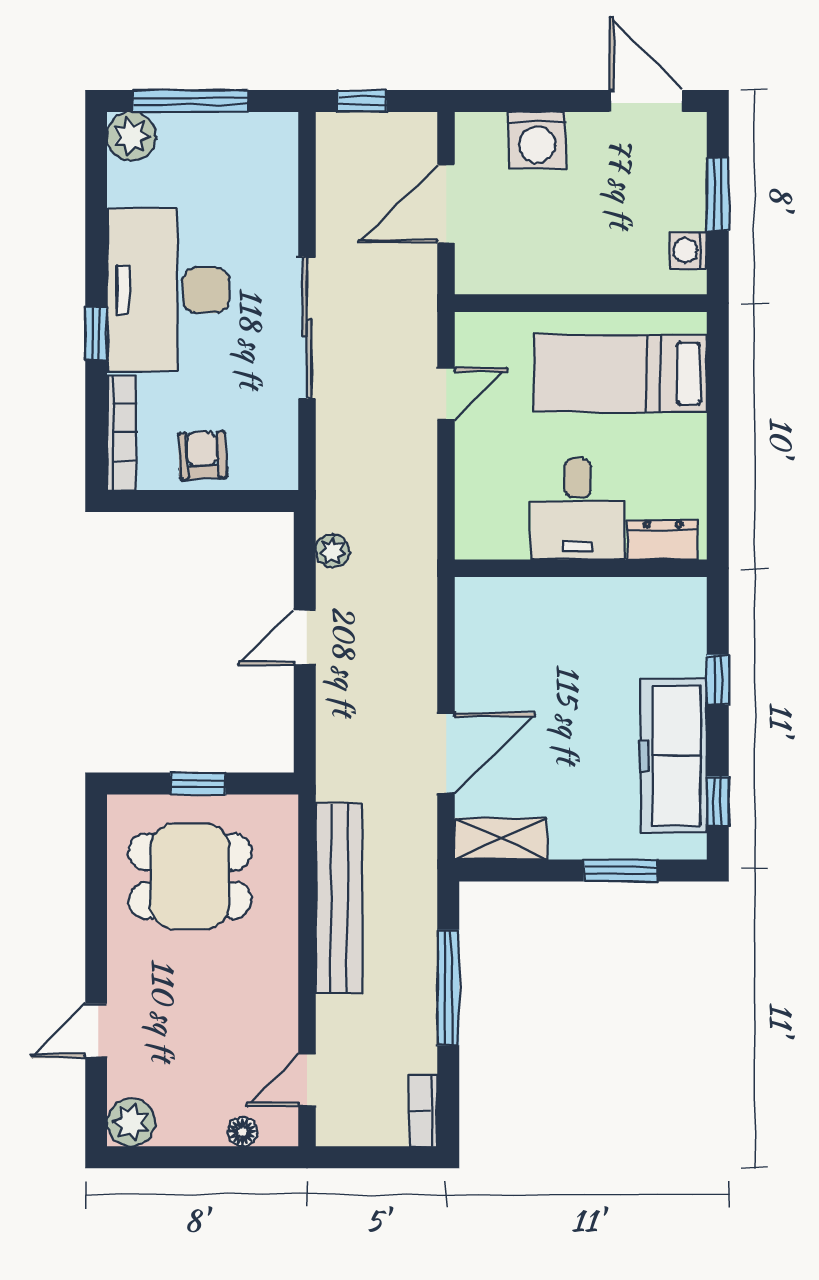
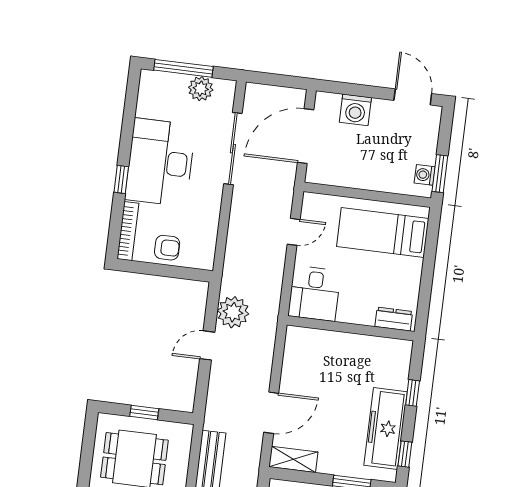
window: (362, 101) -> (270, 79), removed
plant: (132, 136) -> (201, 89), moved
window: (718, 194) -> (440, 174), moved
door: (446, 204) -> (306, 136), width x1.36
sliding door: (307, 328) -> (233, 149), moved
armchair: (202, 456) -> (167, 248), turned 93
desk: (578, 509) -> (314, 293), moved
plant: (332, 551) -> (233, 312), width x1.87, depth x1.87

